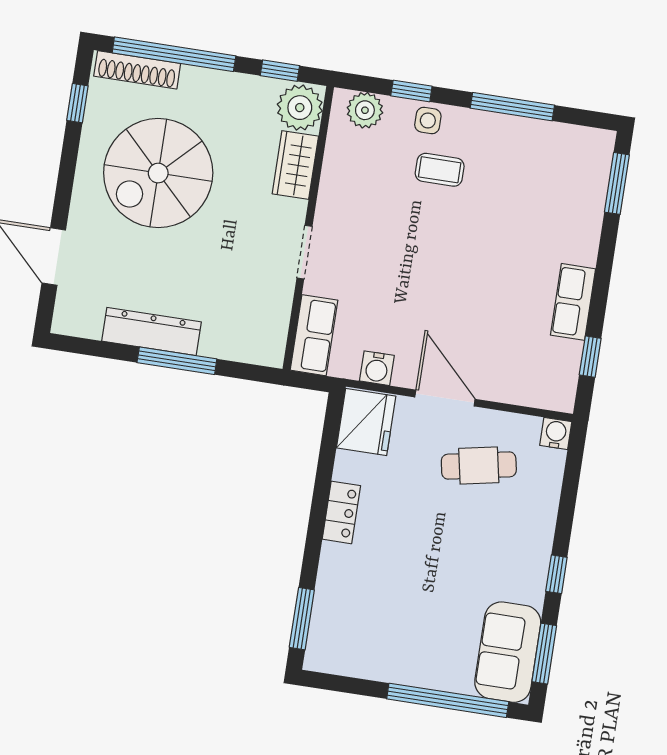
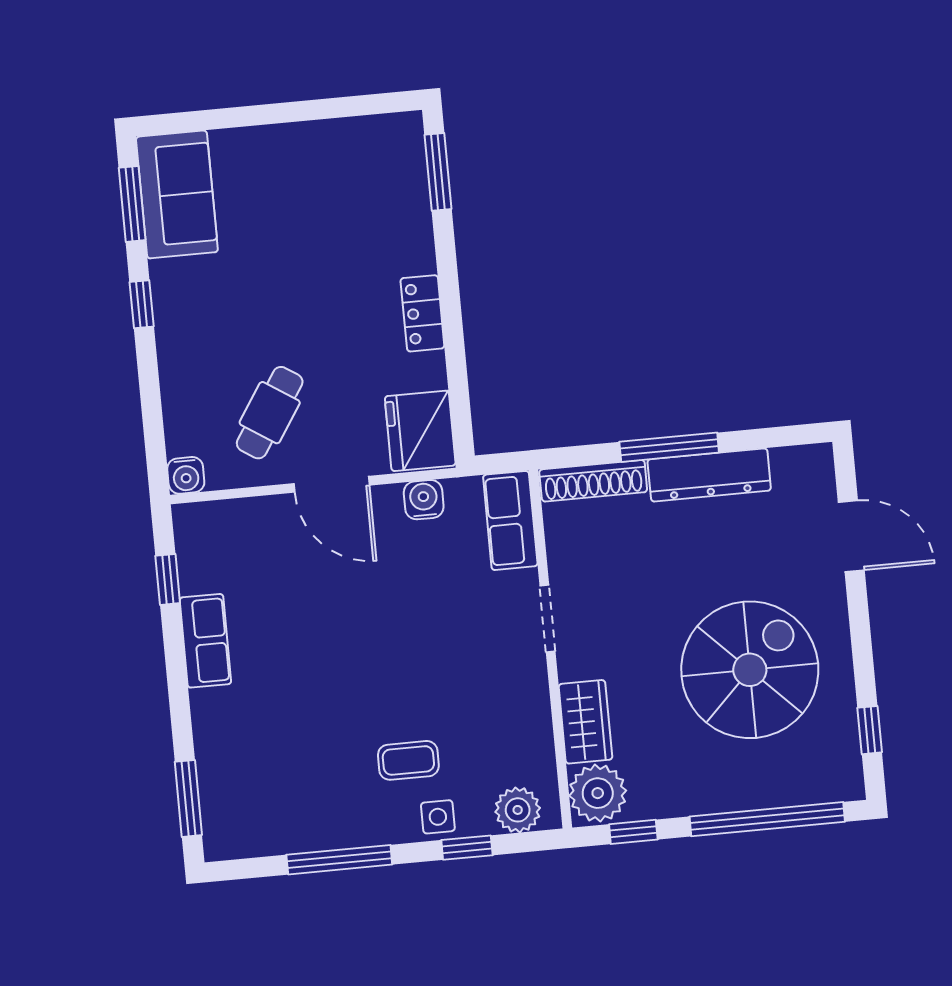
shoe rack: (137, 70) -> (593, 481), moved, turned 180
cafe table: (479, 466) -> (270, 413), turned -46
window: (448, 700) -> (235, 117), removed

